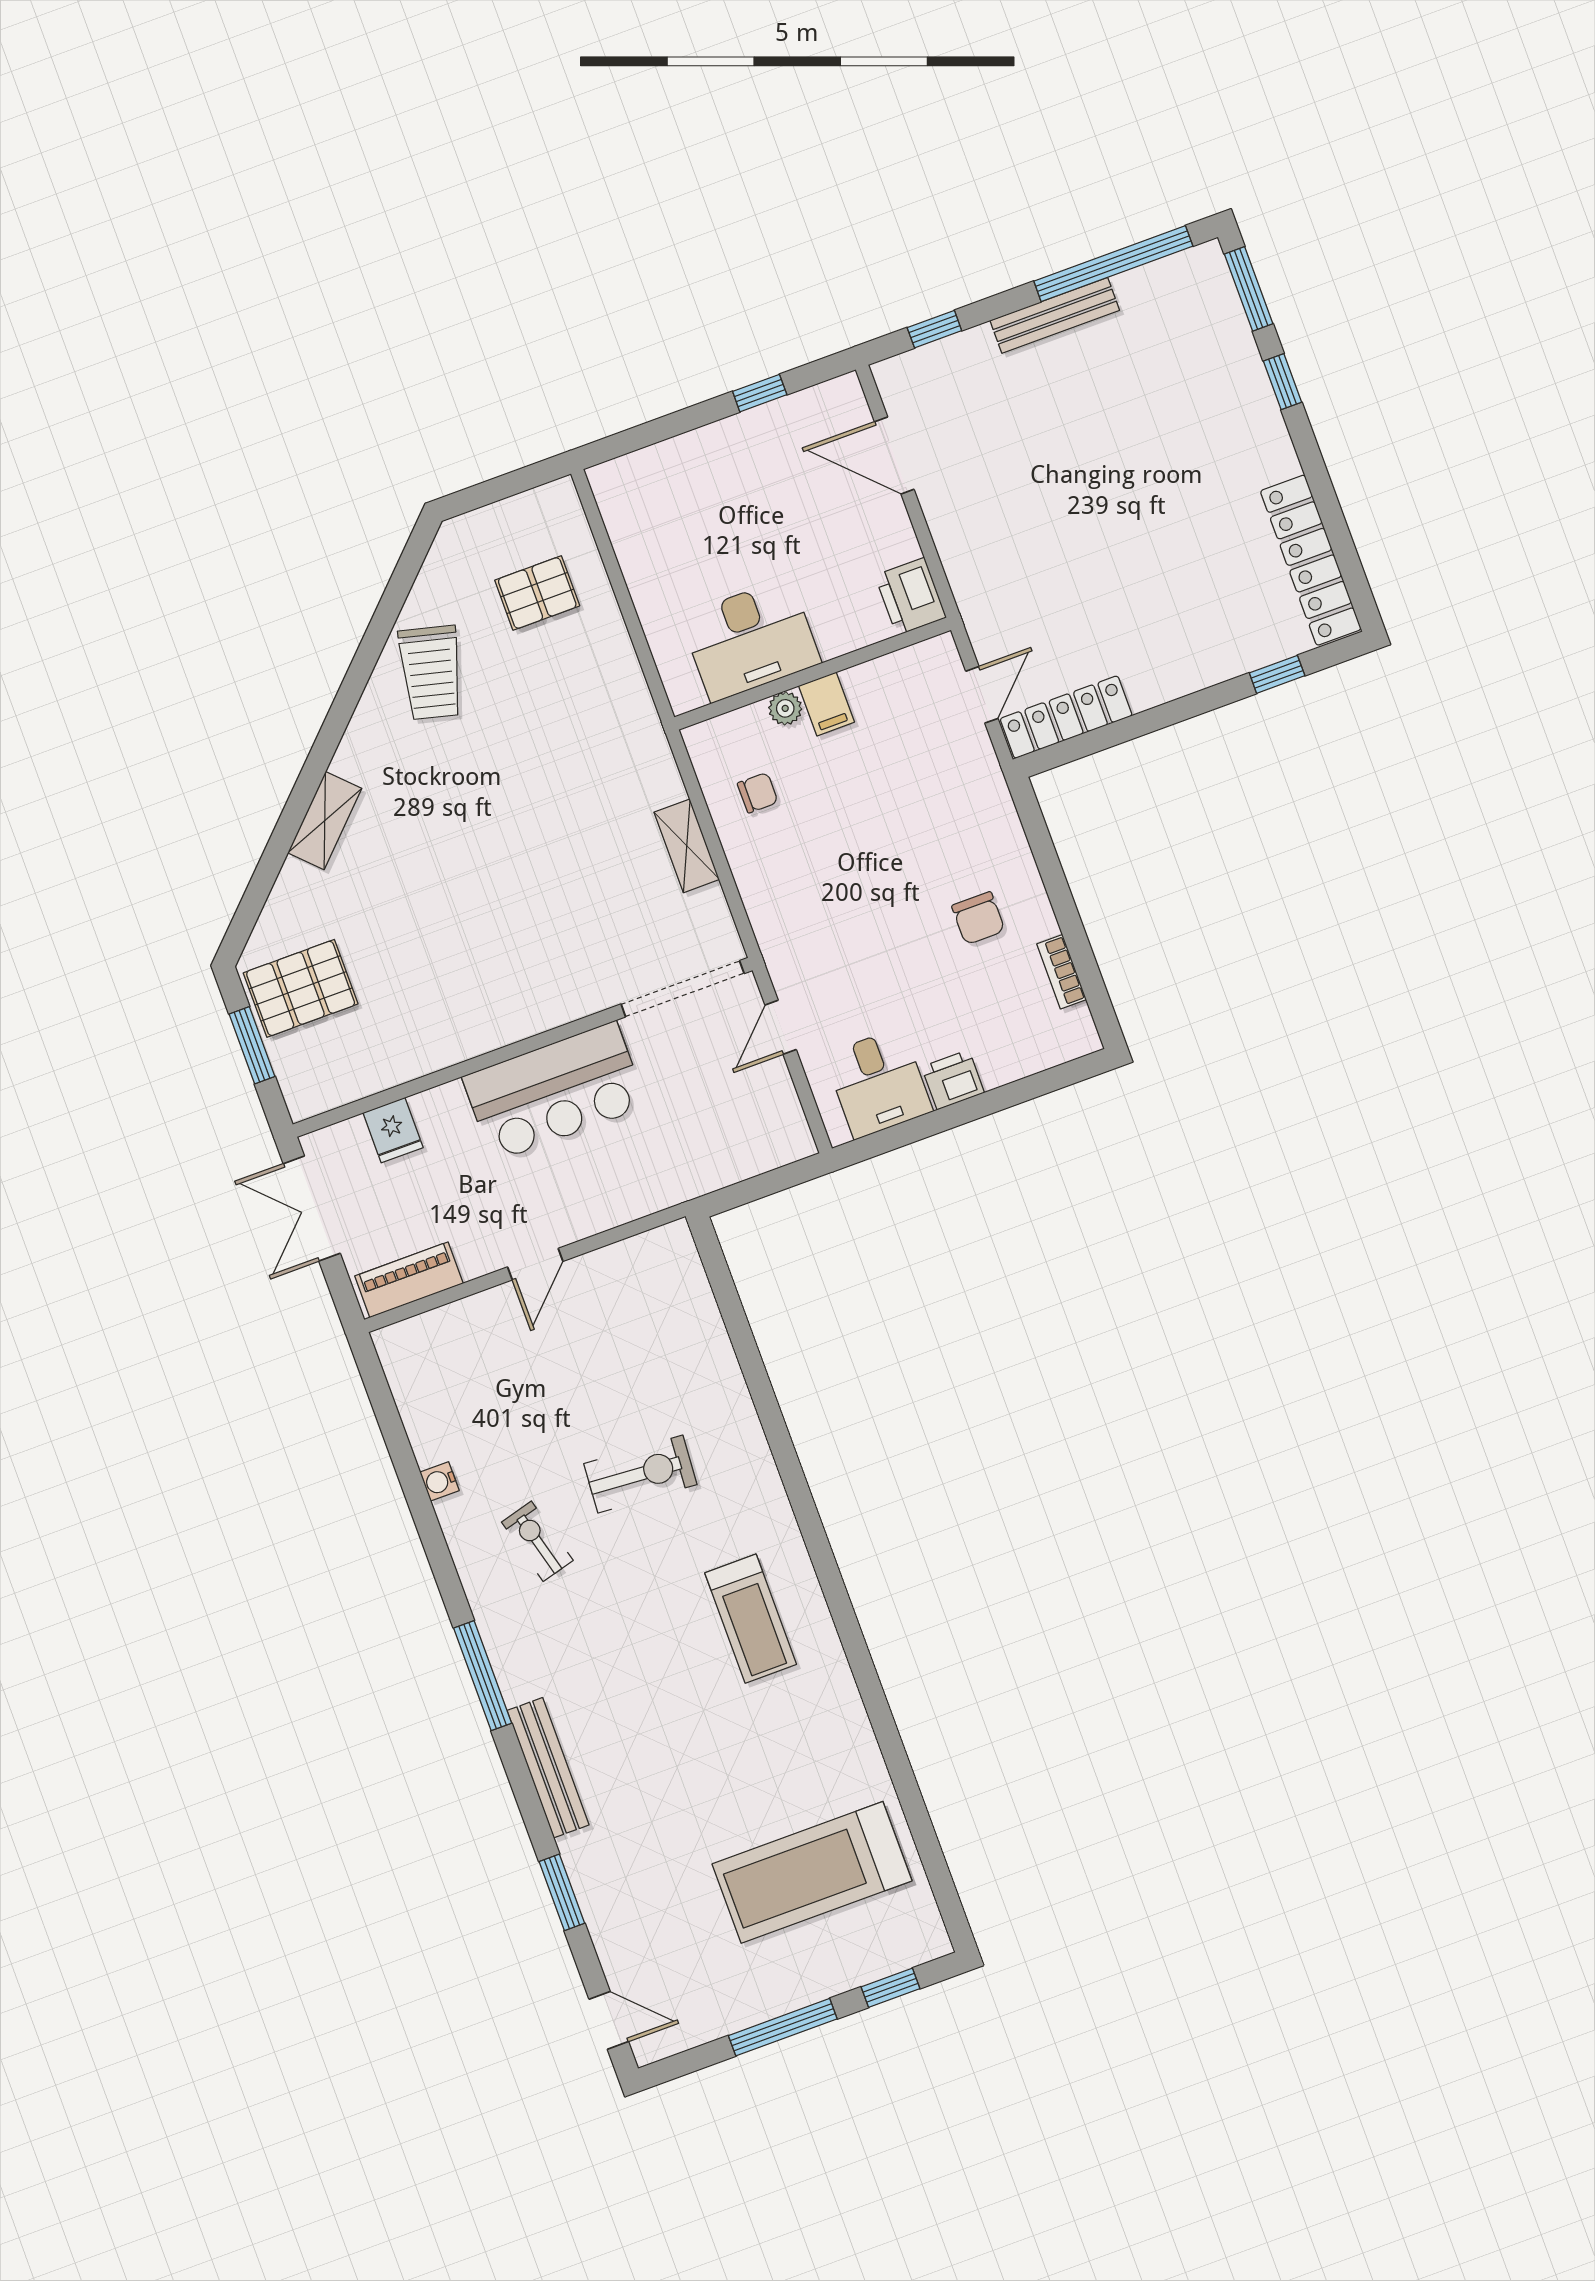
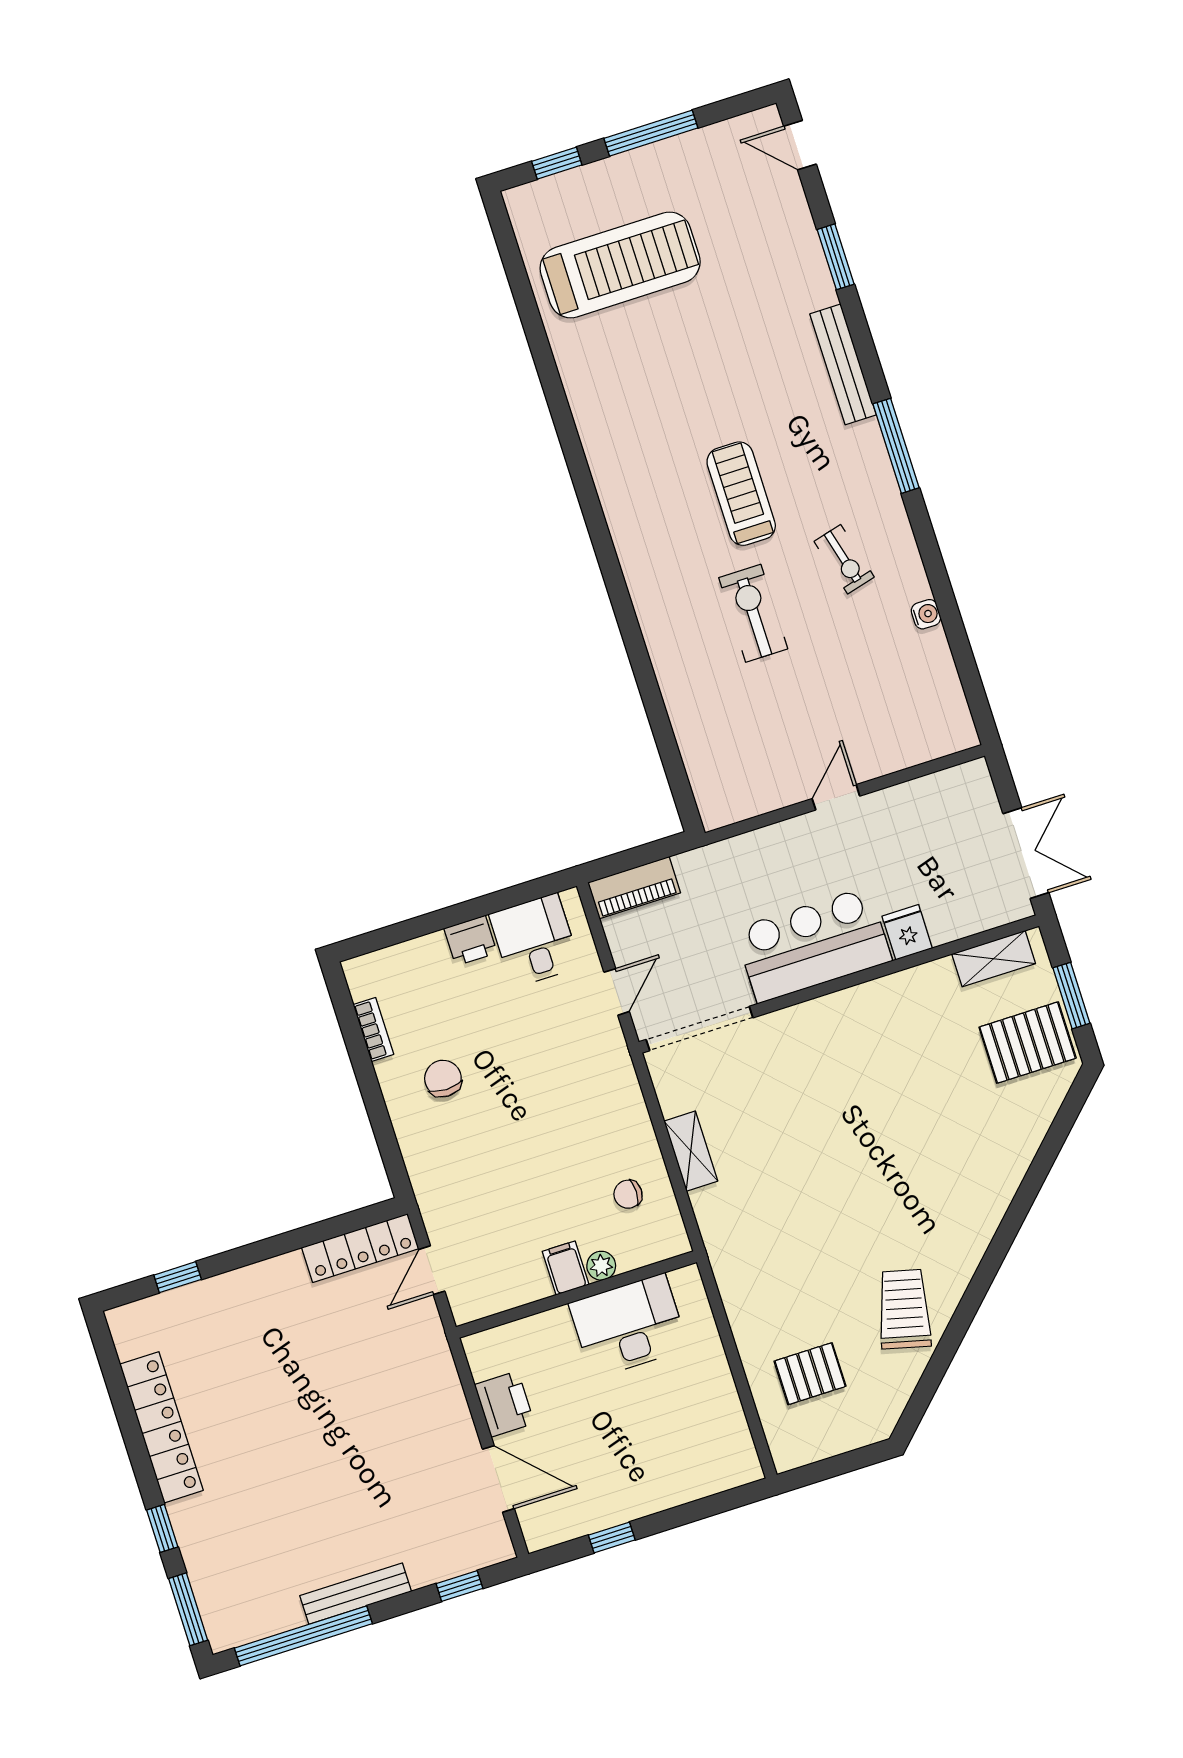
locker: (1311, 560) -> (161, 1427), moved
printer: (911, 596) -> (504, 1404), moved
shelving: (325, 821) -> (994, 959), moved, turned 45
fridge: (393, 1130) -> (907, 932), moved
piano: (409, 1280) -> (634, 888), moved
exercise bike: (640, 1474) -> (753, 613), turned 86
treadmill: (751, 1619) -> (741, 494), moved

